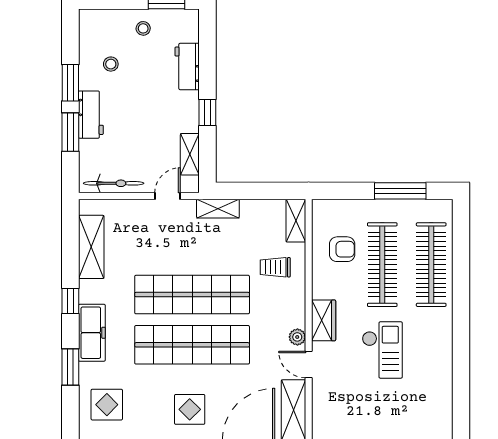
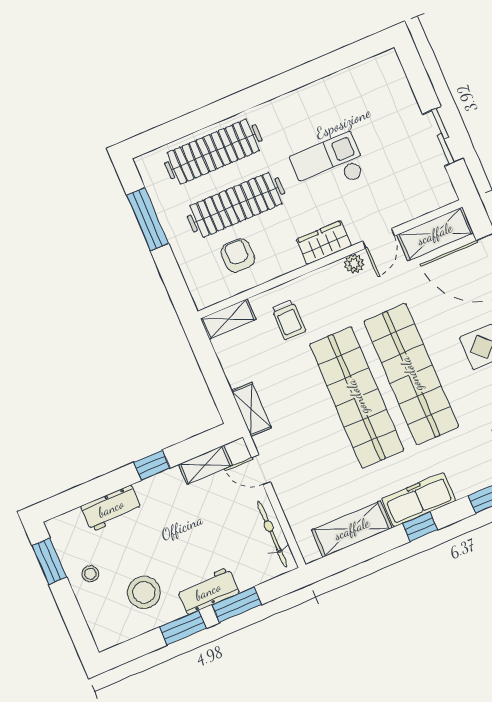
stool: (111, 64) -> (144, 592), width x1.89, depth x1.89
freezer: (92, 333) -> (419, 500), moved

